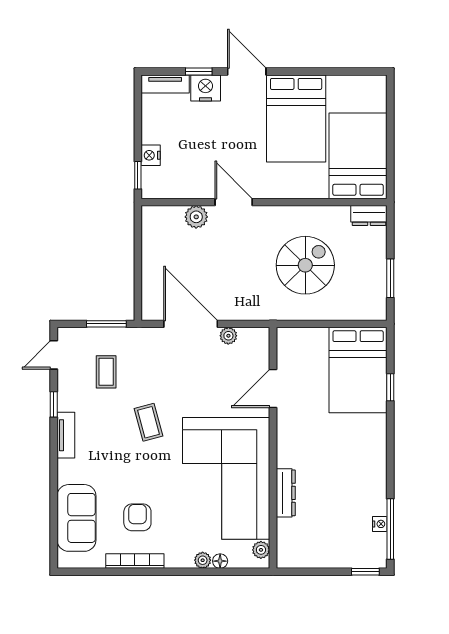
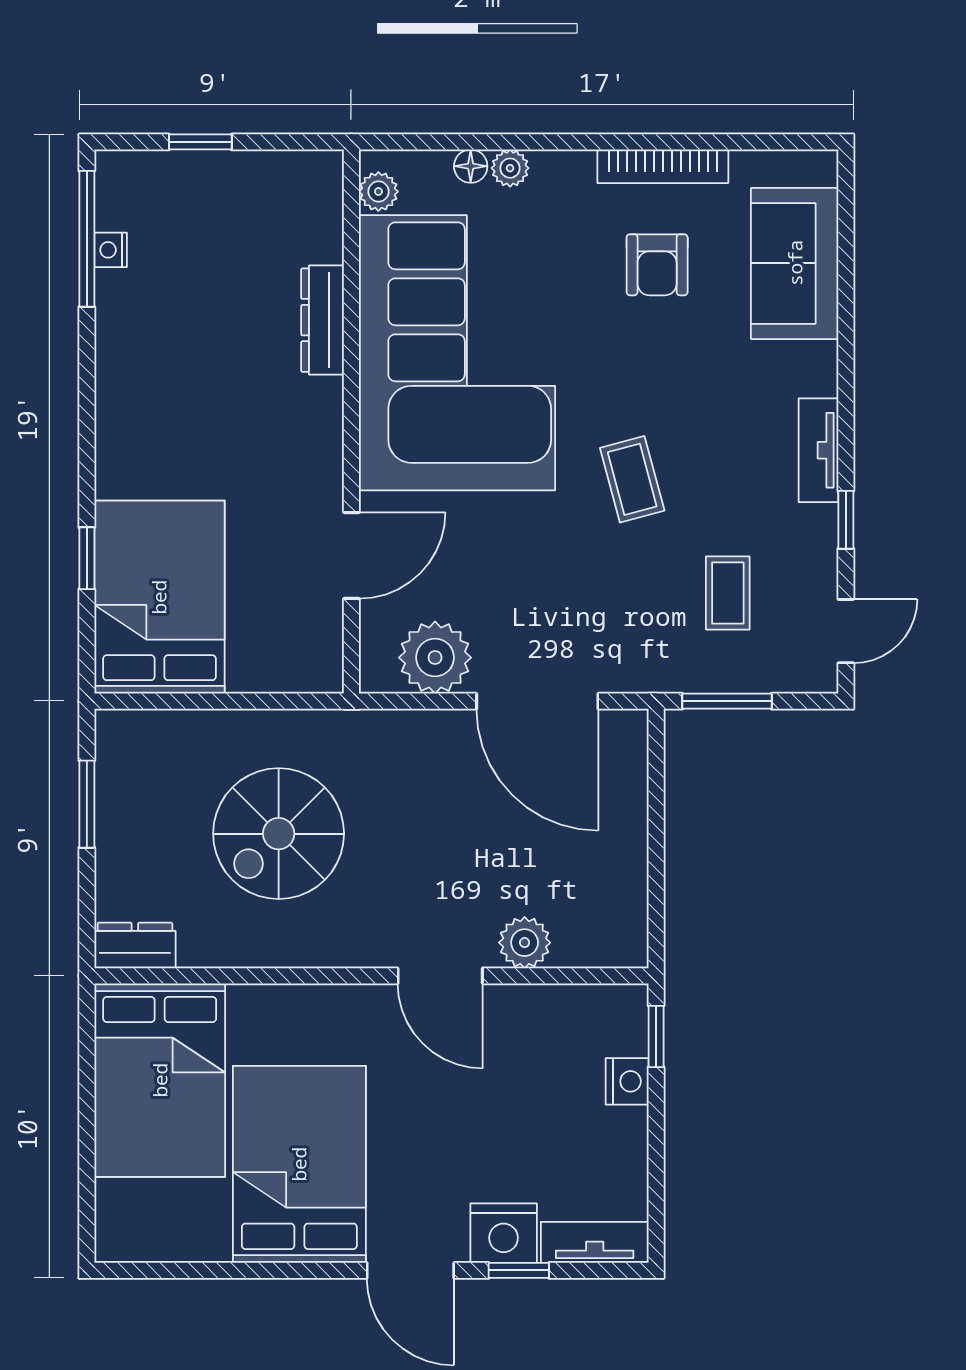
plant: (228, 336) -> (435, 658), width x1.88, depth x1.88
window: (365, 572) -> (200, 142), moved

